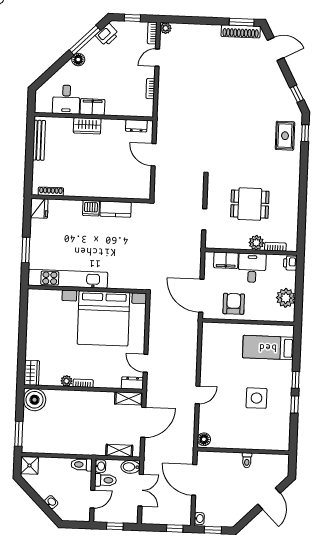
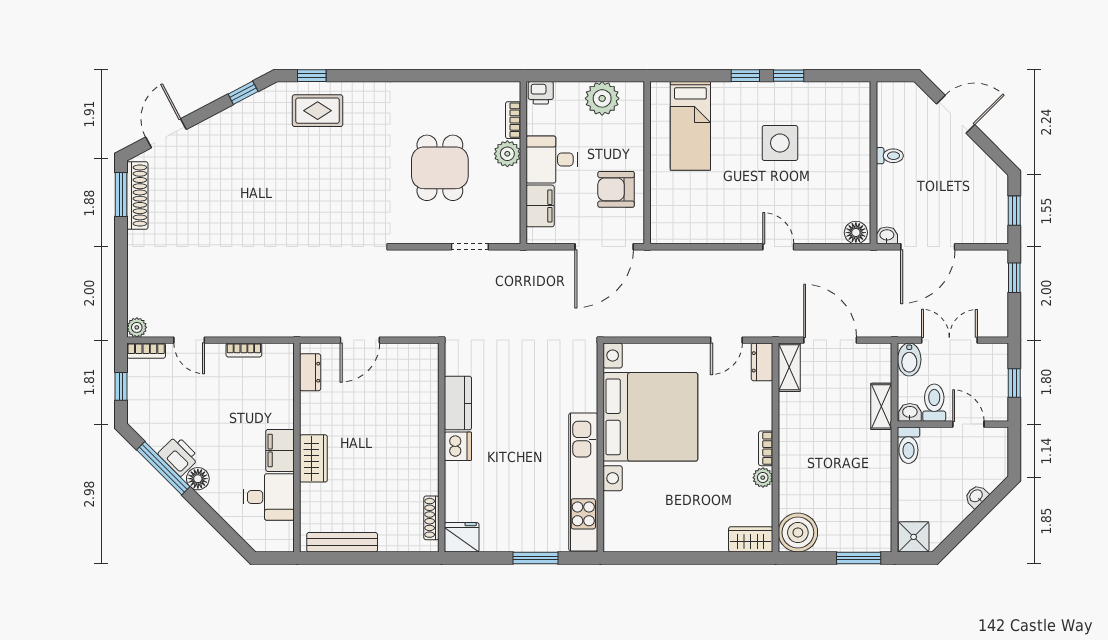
printer: (107, 35) -> (179, 456), moved
shelving: (119, 451) -> (881, 406), moved
washbasin: (199, 518) -> (887, 235), moved

